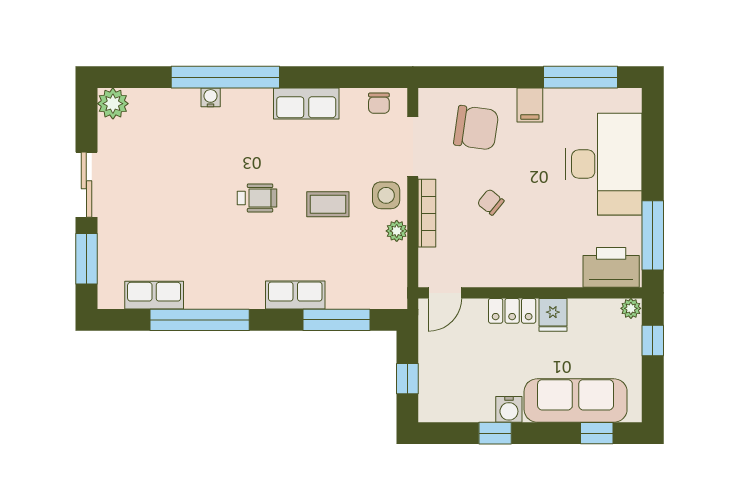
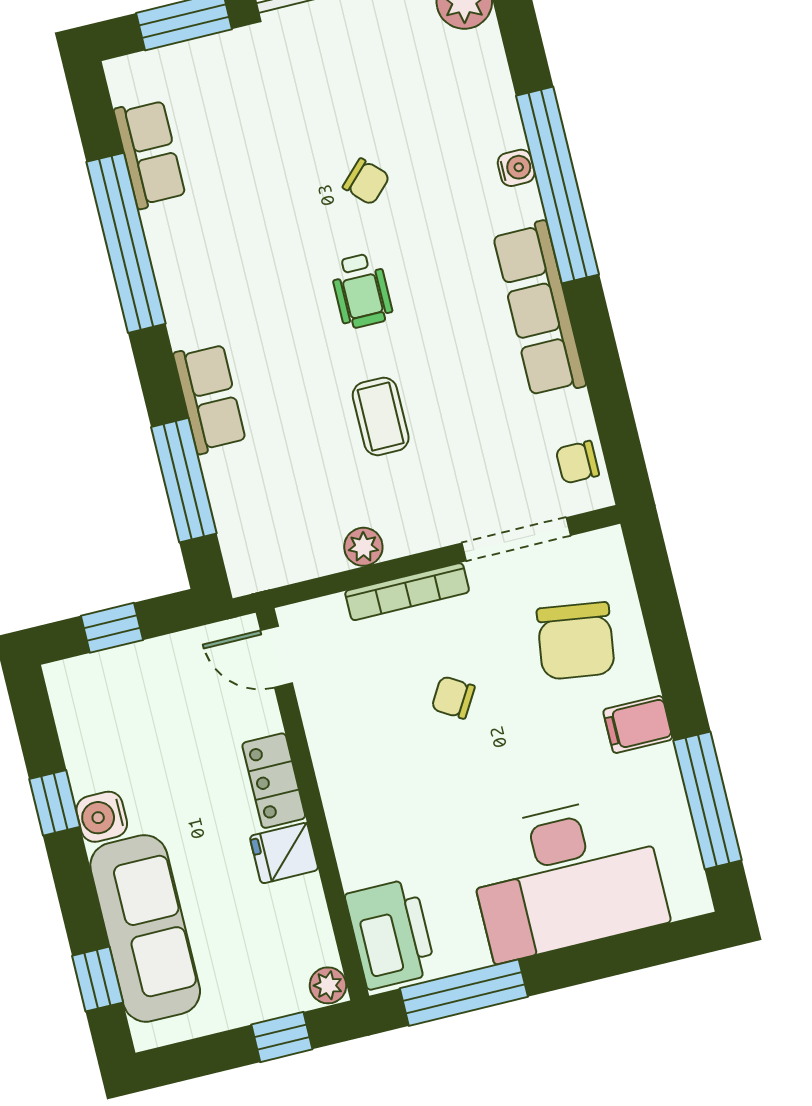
row of seats: (306, 104) -> (539, 309), width x1.48
chair: (198, 181) -> (366, 182), added
side table: (386, 195) -> (421, 513), removed
chair: (491, 202) -> (453, 697), turned -98

